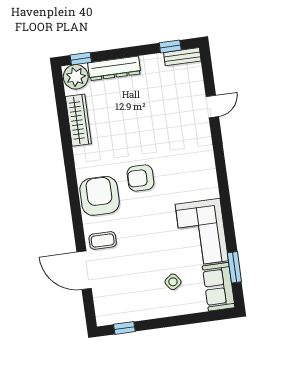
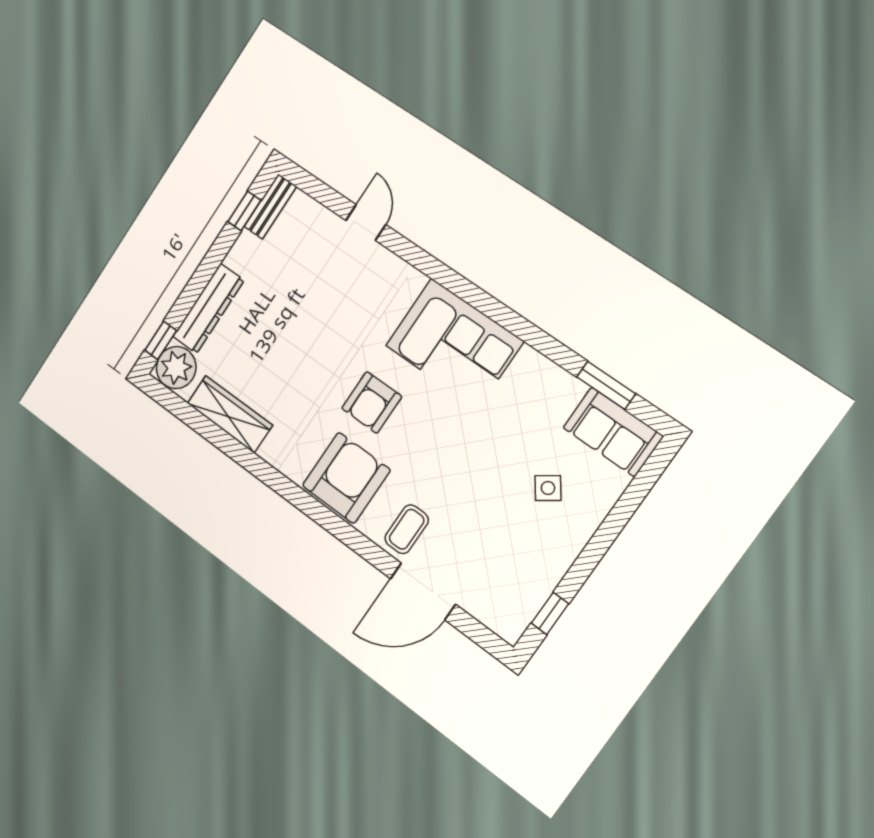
armchair: (100, 196) -> (346, 478), turned 90
corner sofa: (202, 233) -> (454, 343), moved

